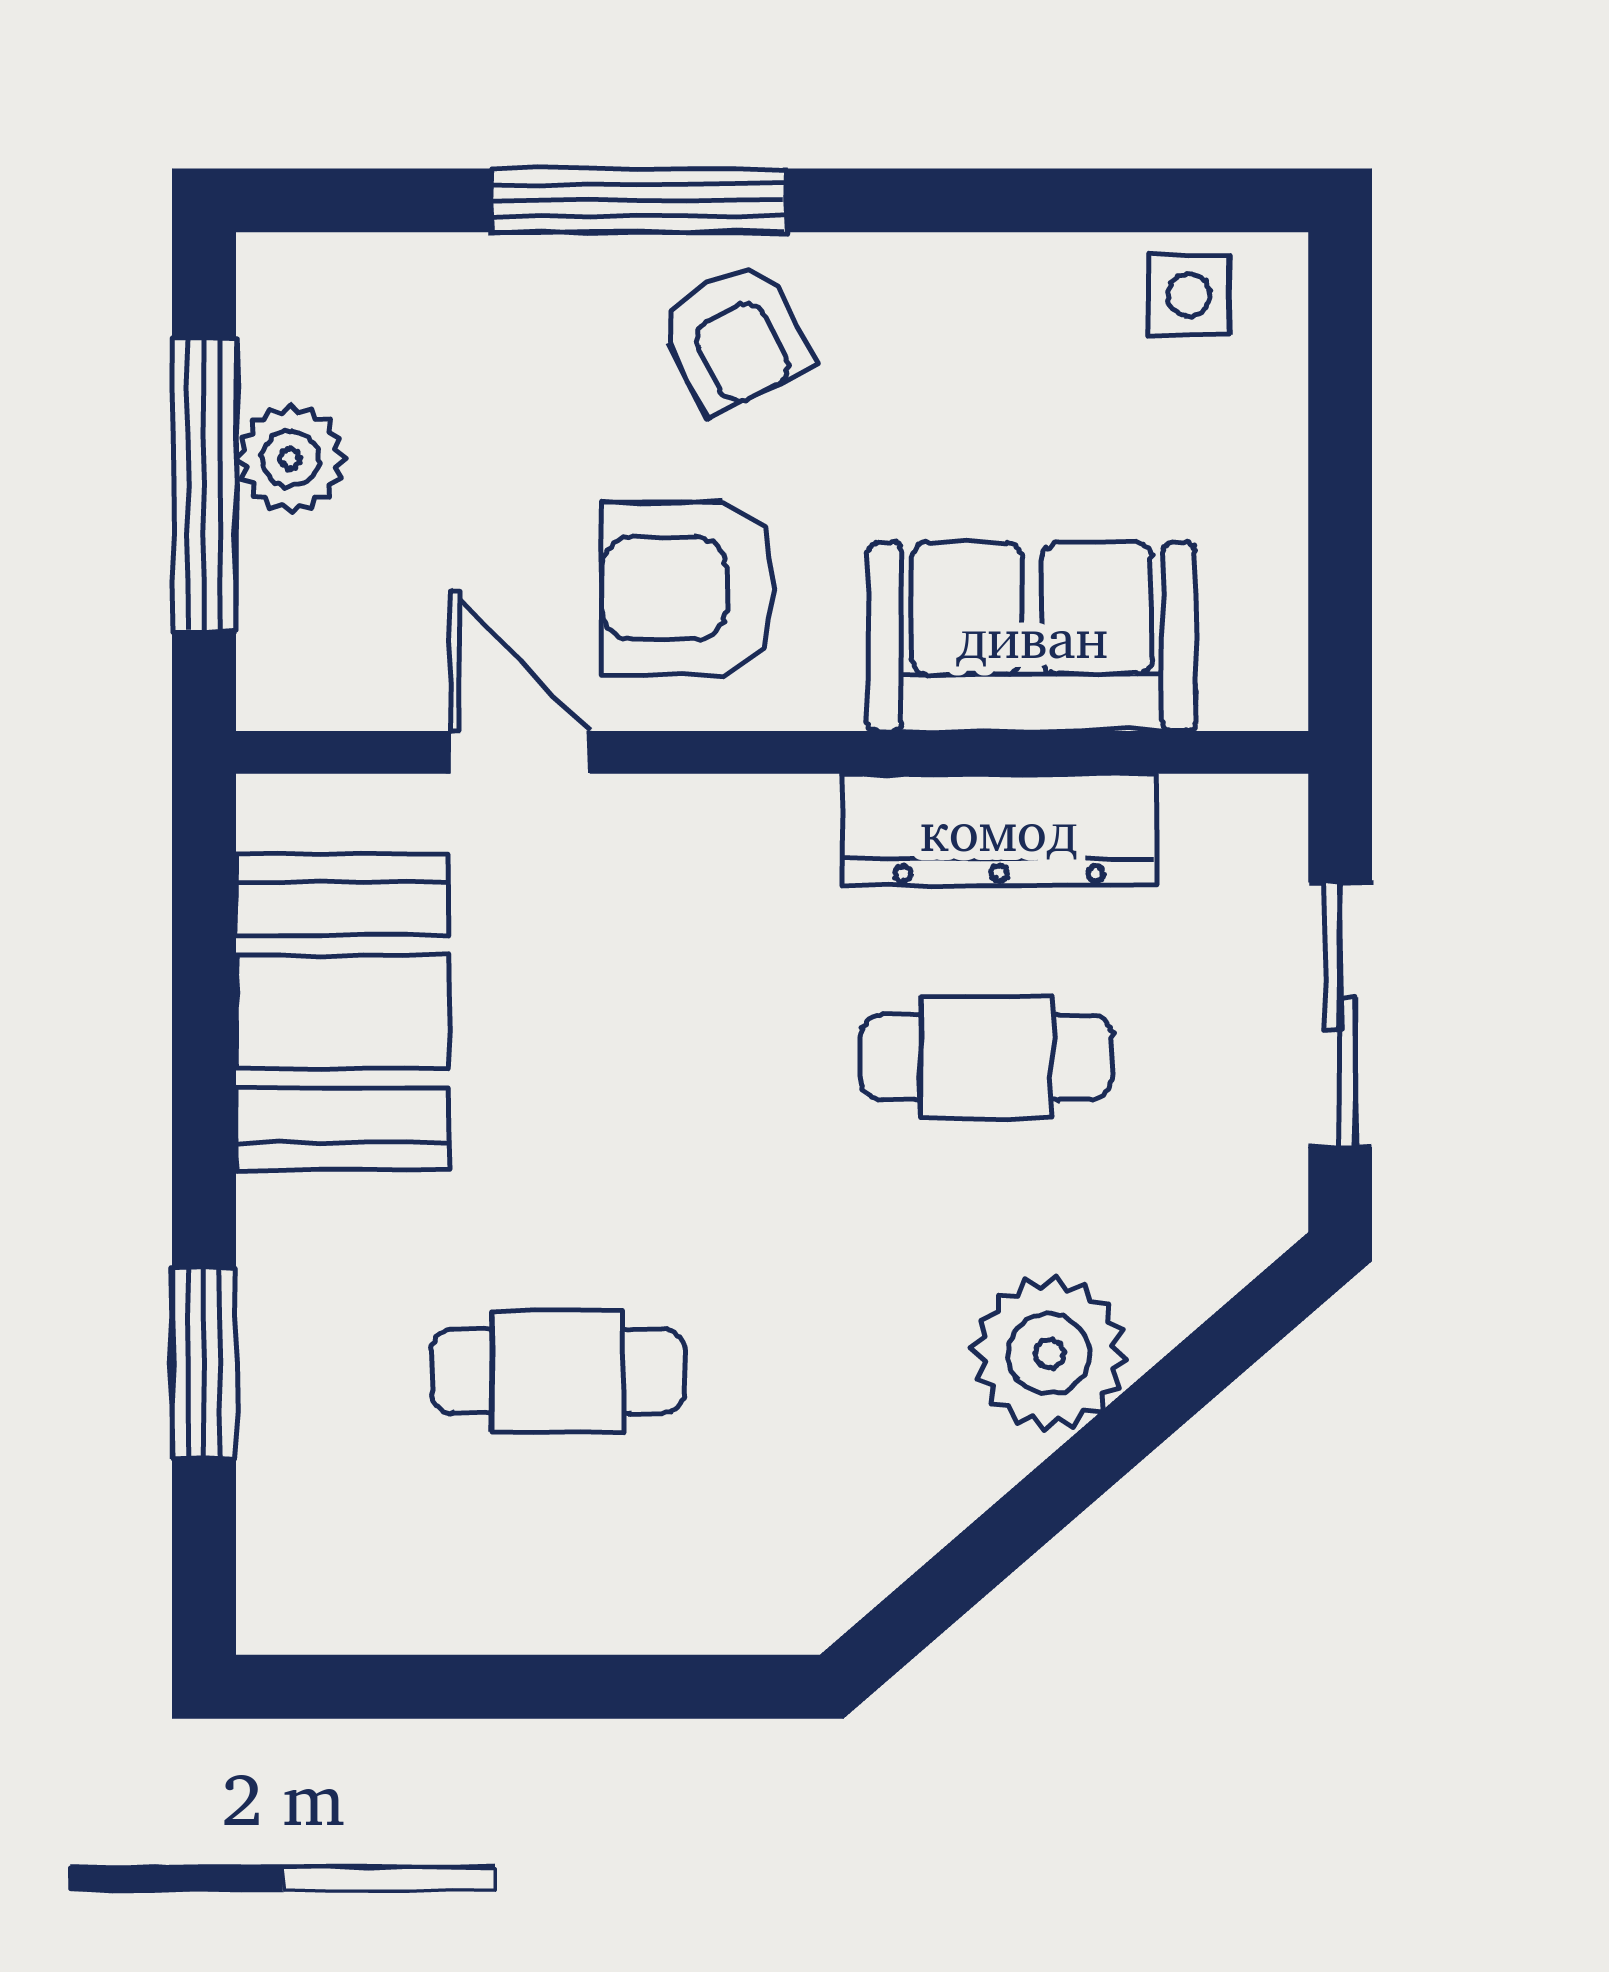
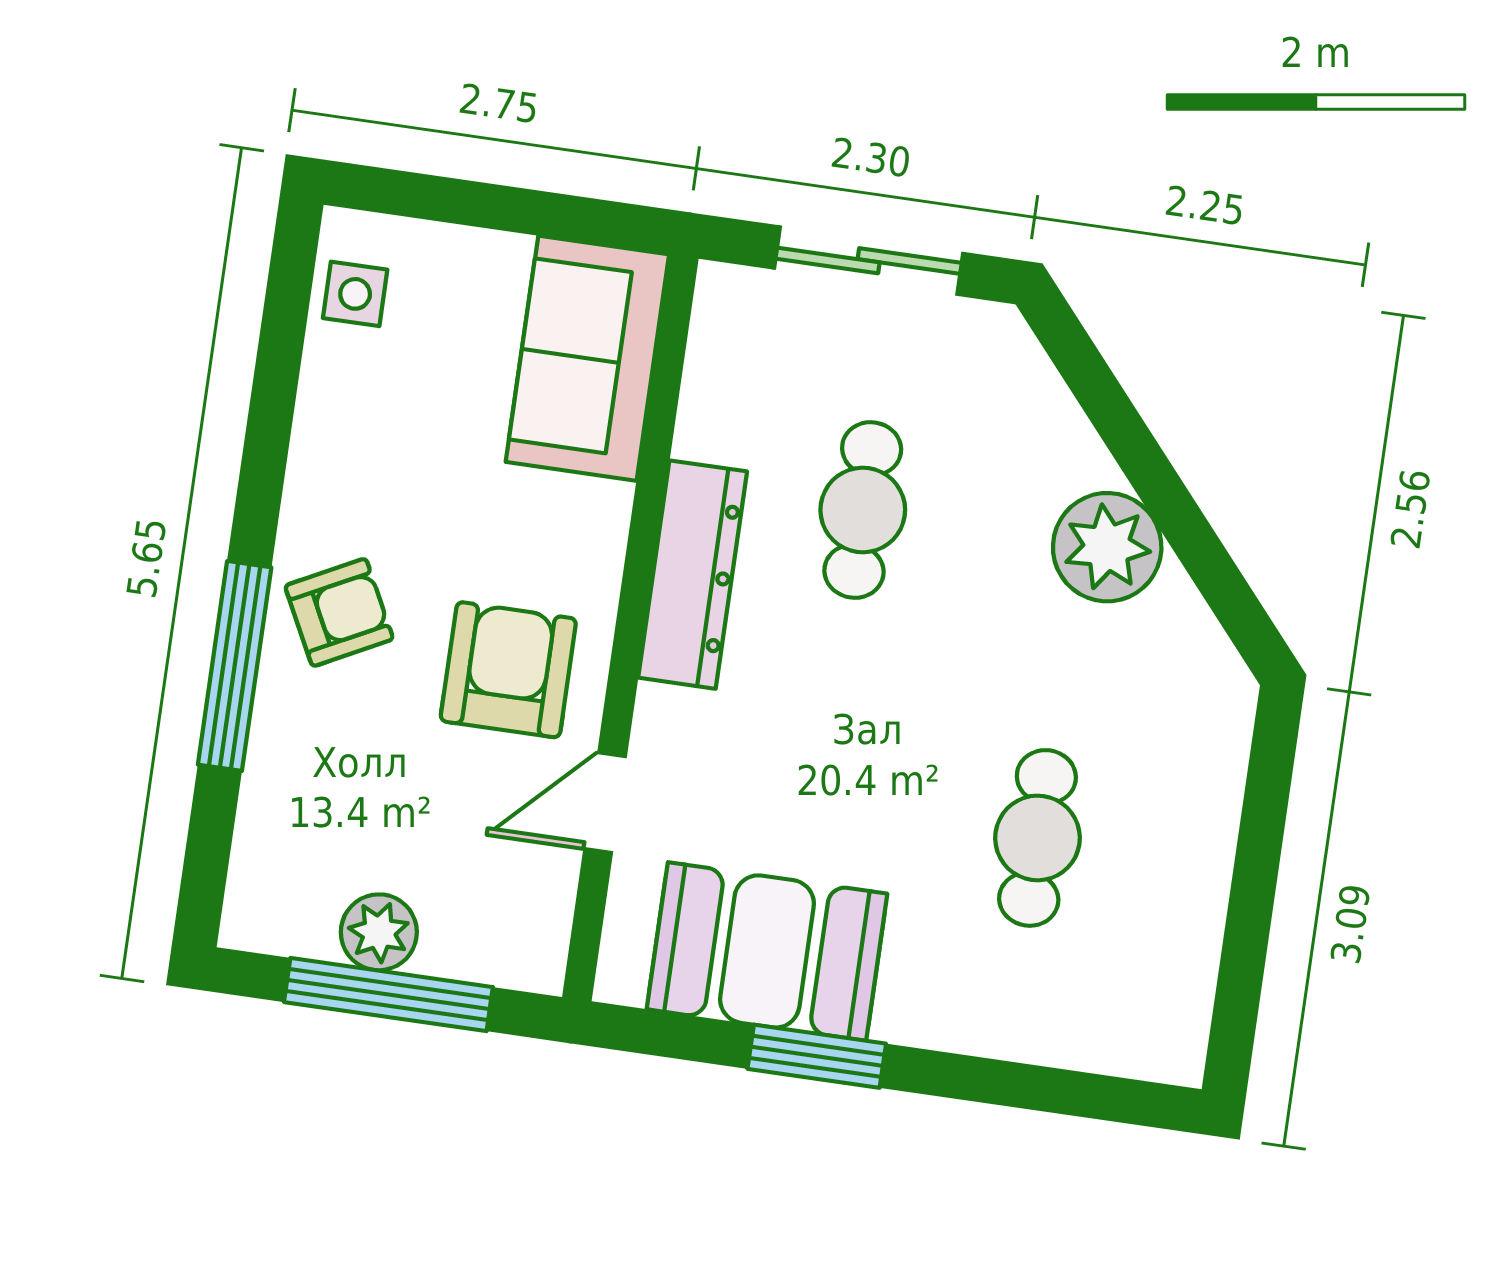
armchair: (688, 588) -> (508, 670), turned 180
sofa: (1032, 637) -> (587, 358), moved
dresser: (999, 830) -> (693, 575), moved
plant: (1049, 1354) -> (1107, 547), moved
window: (204, 1364) -> (817, 1056), moved

